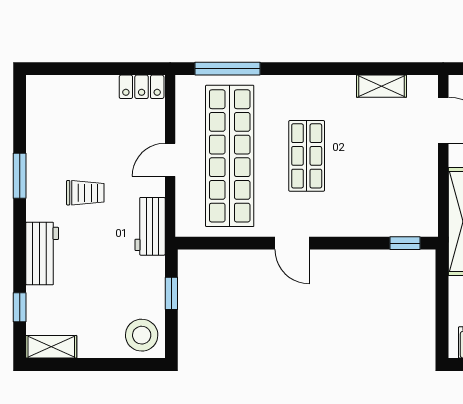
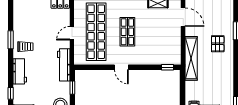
trolley: (85, 193) -> (25, 47), moved
workbench: (150, 226) -> (64, 65), width x1.38

